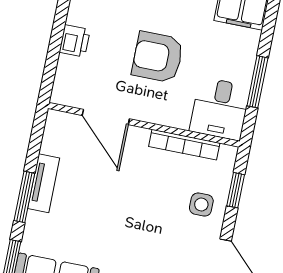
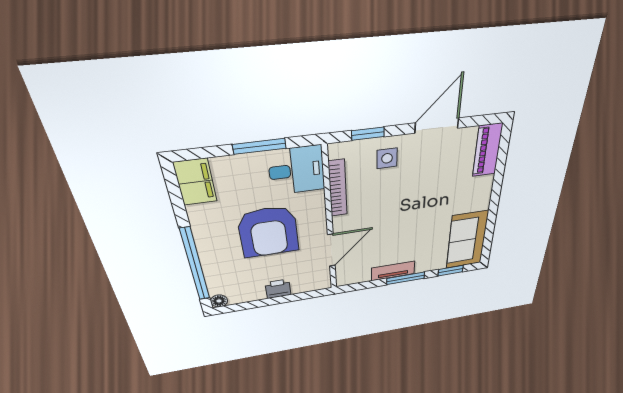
armchair: (158, 57) -> (268, 232), width x1.36, depth x1.36

